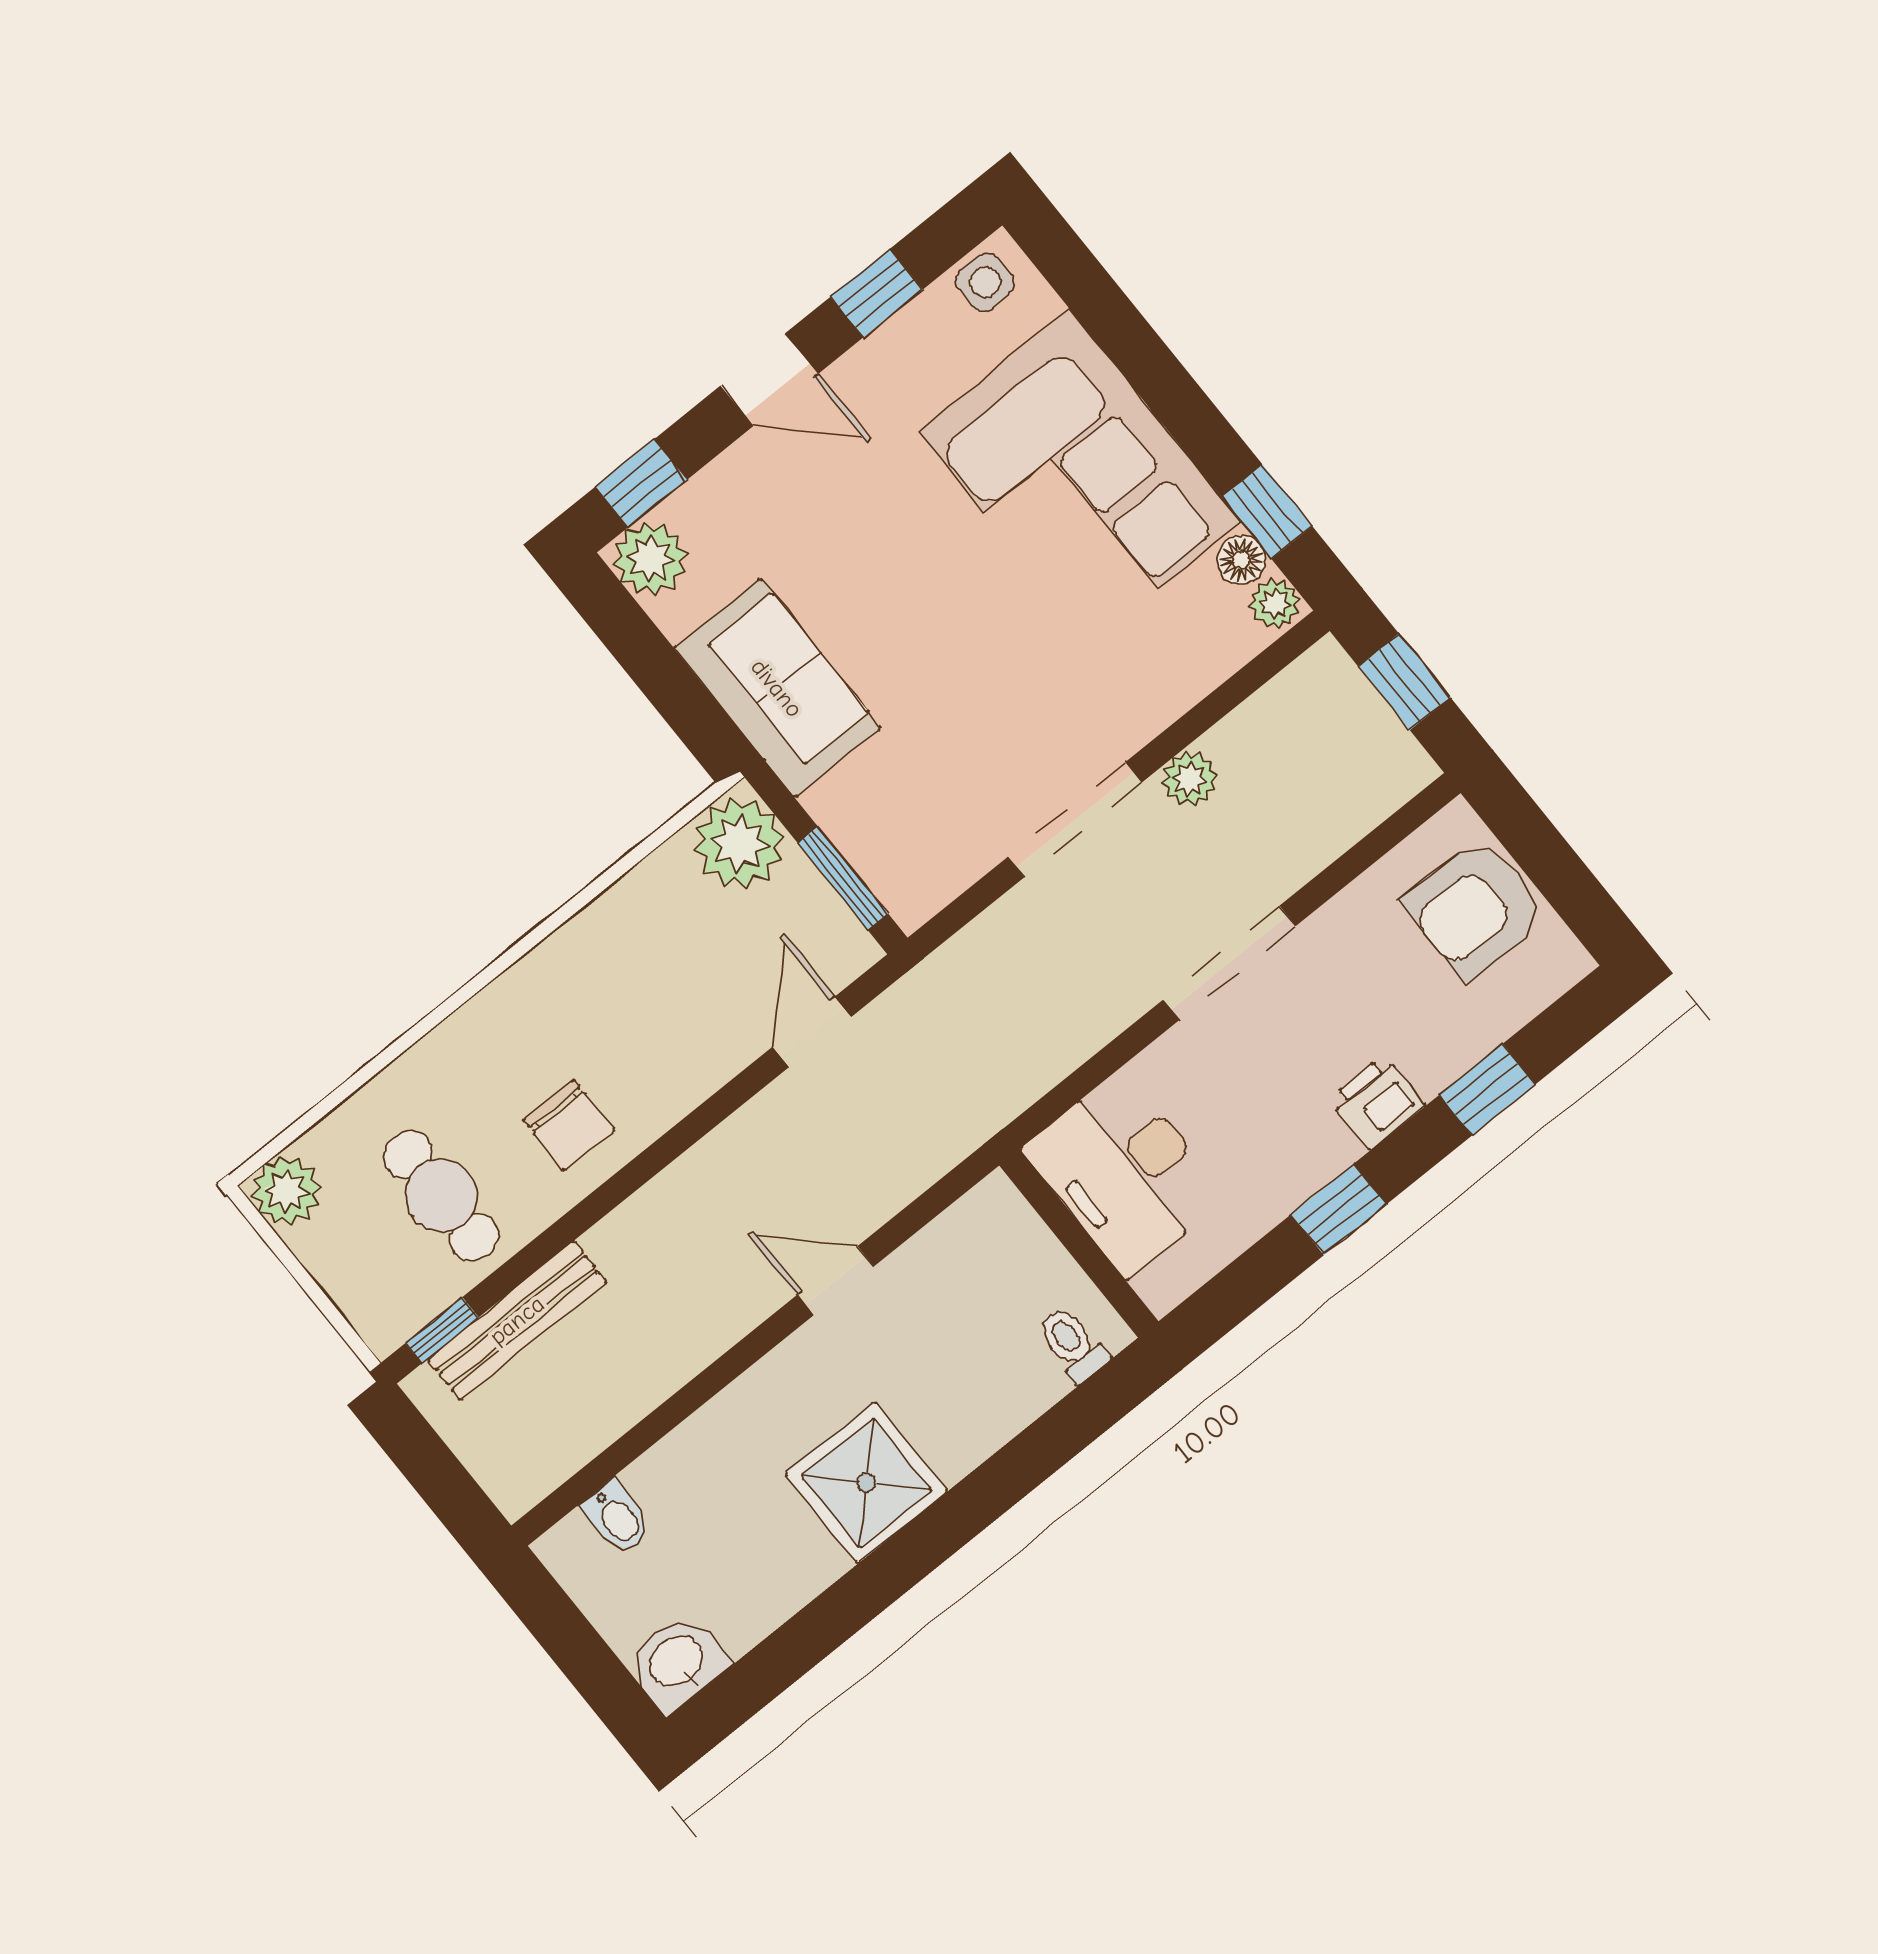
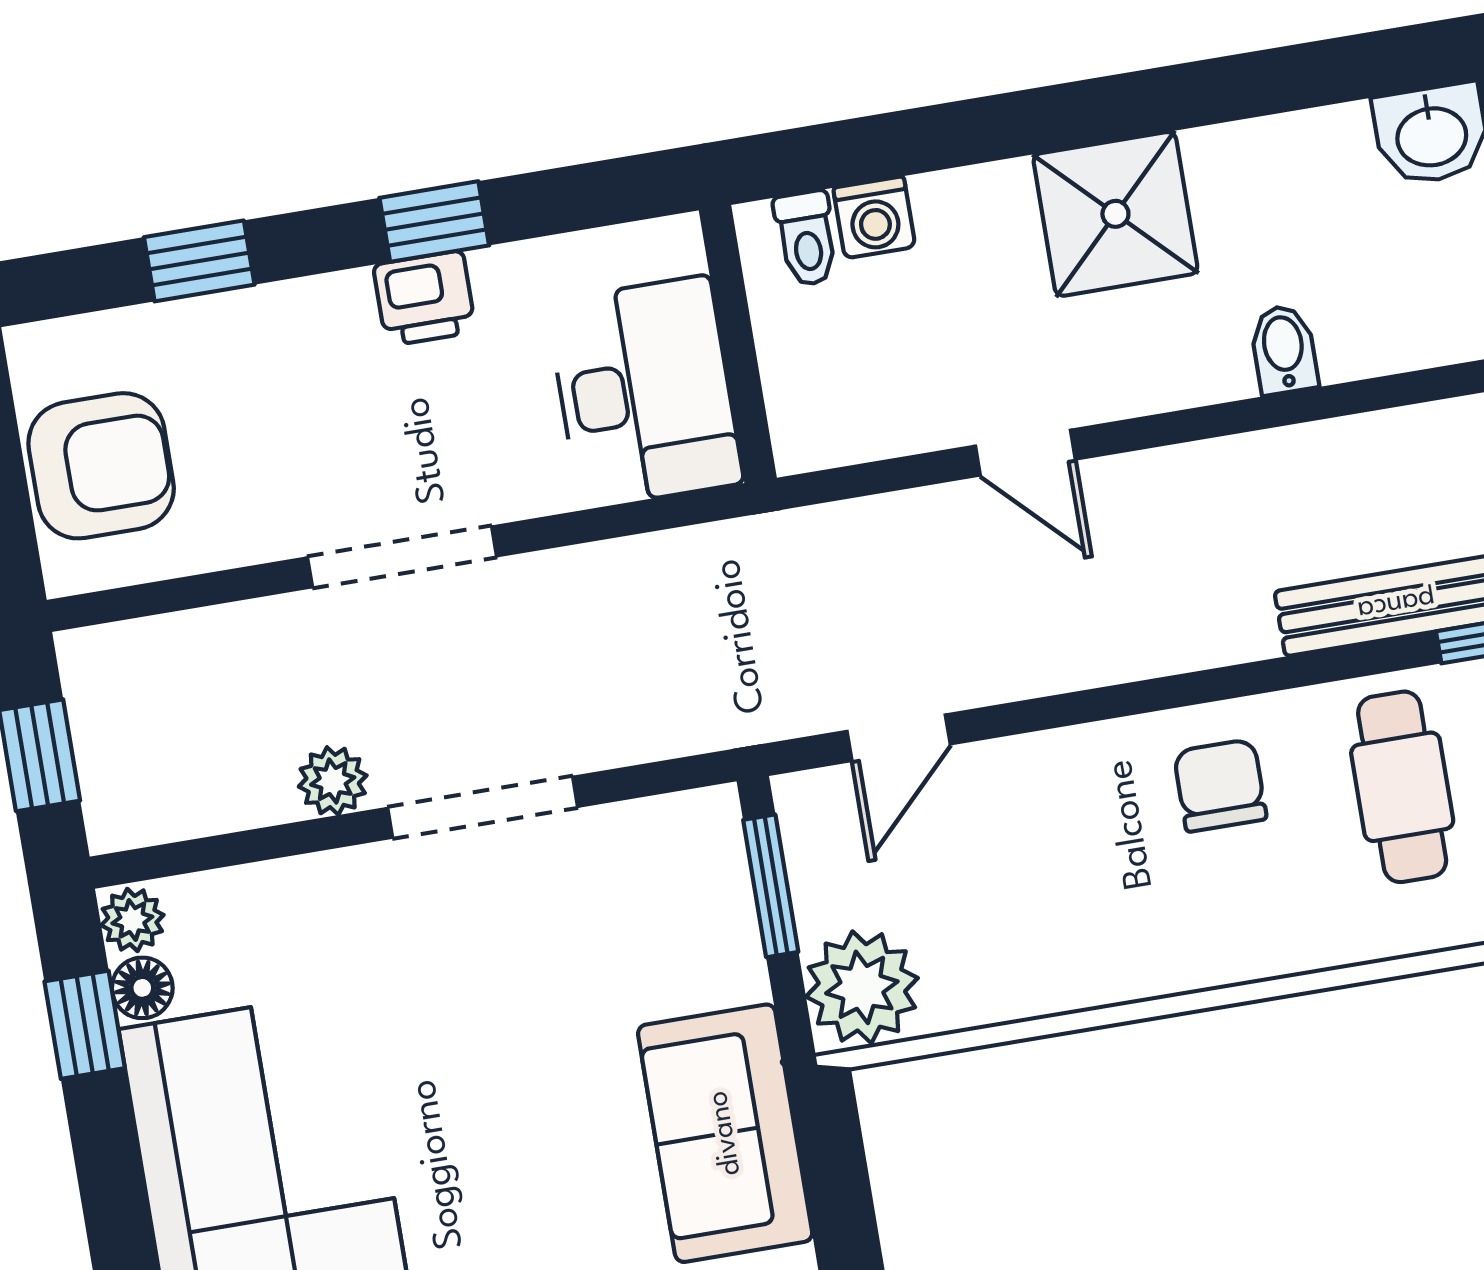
printer: (1377, 1102) -> (425, 298), moved
washing machine: (1033, 1385) -> (874, 217), added
bidet: (618, 1517) -> (1284, 349), moved

